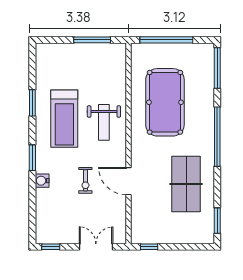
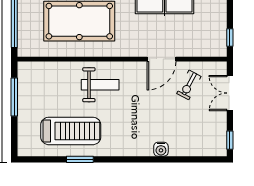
treadmill: (64, 119) -> (71, 131), moved
window: (32, 158) -> (137, 159), removed
exercise bike: (85, 180) -> (189, 85), moved, turned 118

